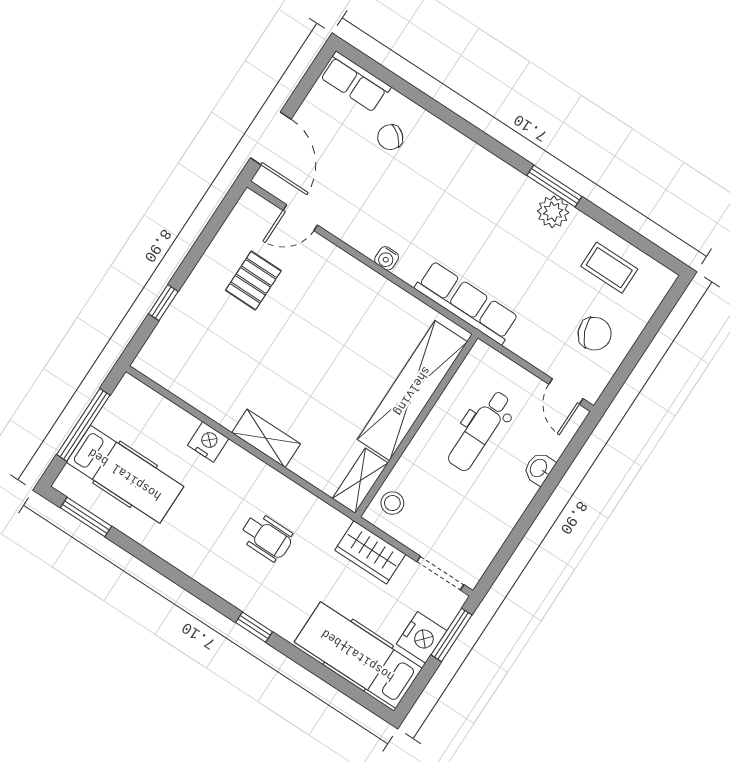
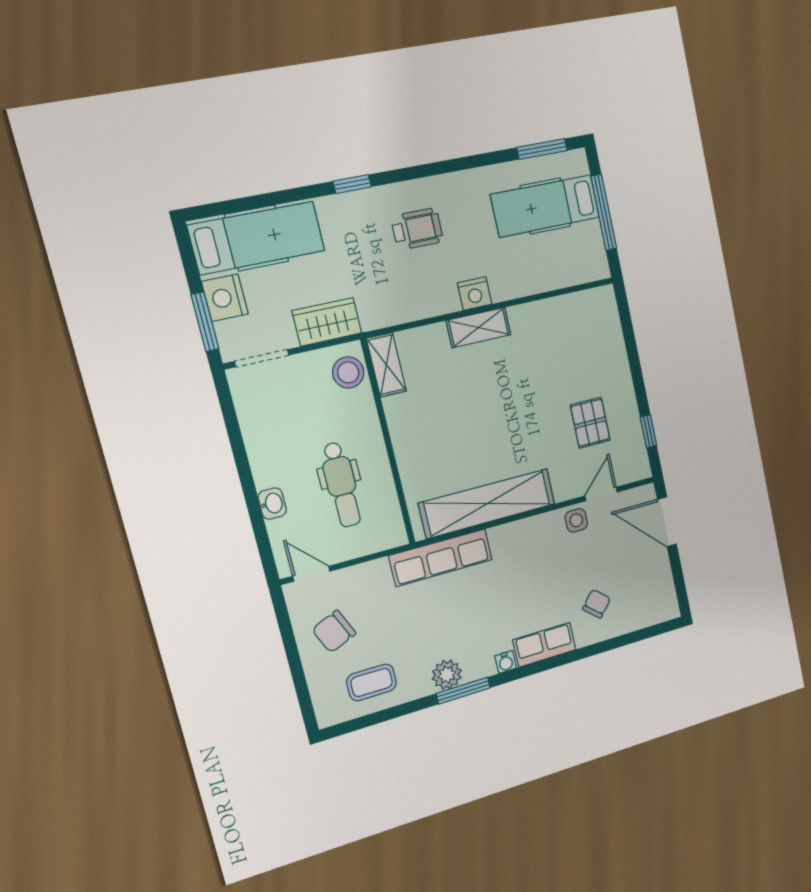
row of seats: (355, 82) -> (544, 645), moved
side table: (340, 219) -> (576, 520), added
water cooler: (387, 258) -> (506, 662), moved, turned 180
window: (163, 303) -> (648, 431), moved
shelving: (412, 391) -> (487, 503), moved, turned 90
dental chair: (480, 431) -> (341, 485), turned 180
nightstand: (208, 442) -> (475, 294), moved
stool: (392, 503) -> (348, 372), width x1.37, depth x1.37
wheelchair: (267, 537) -> (417, 229), moved, turned 180

